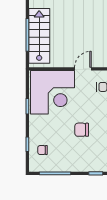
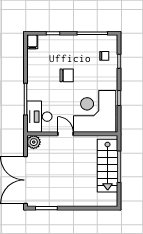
door: (83, 69) -> (65, 134), swing flipped

